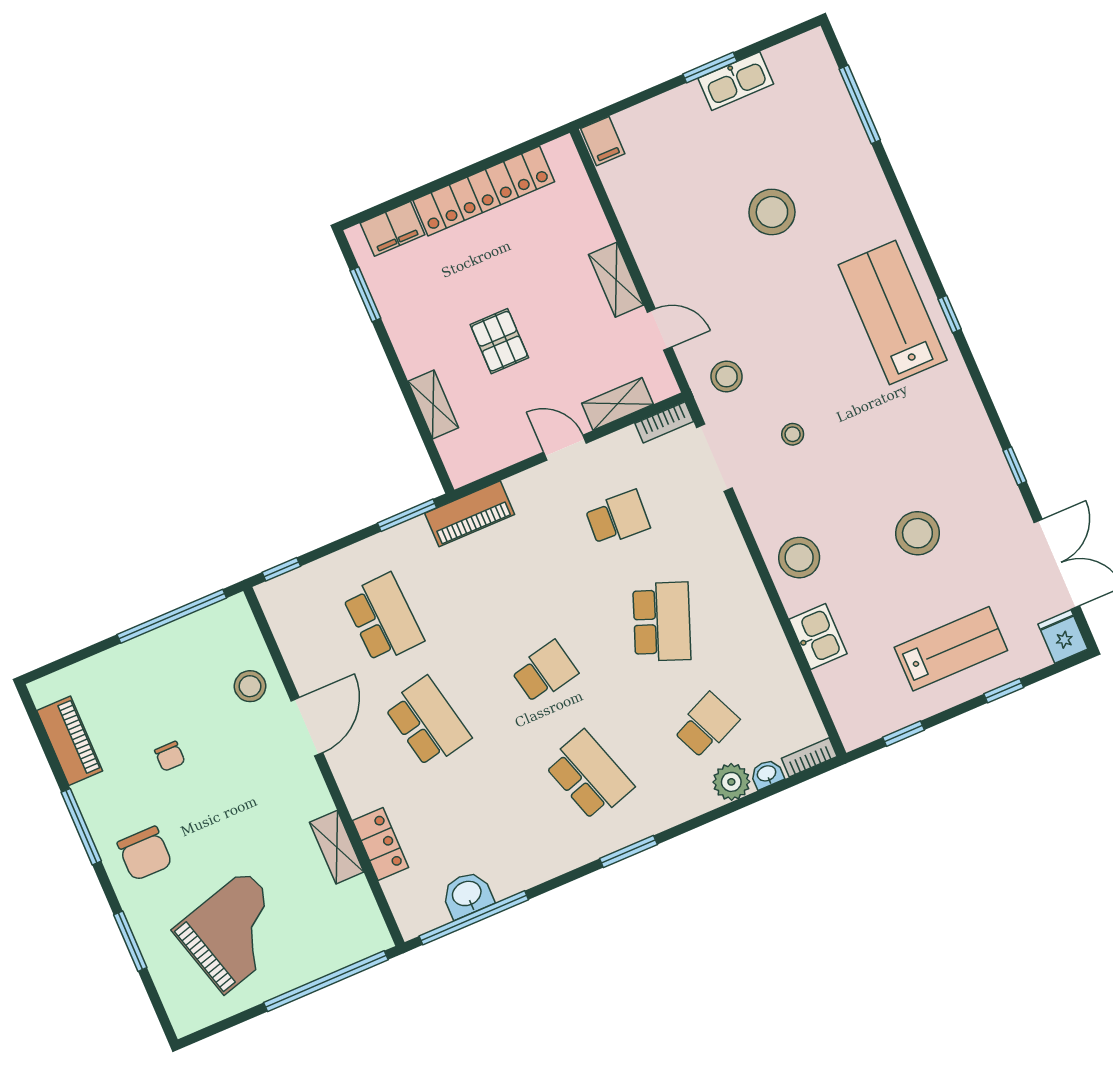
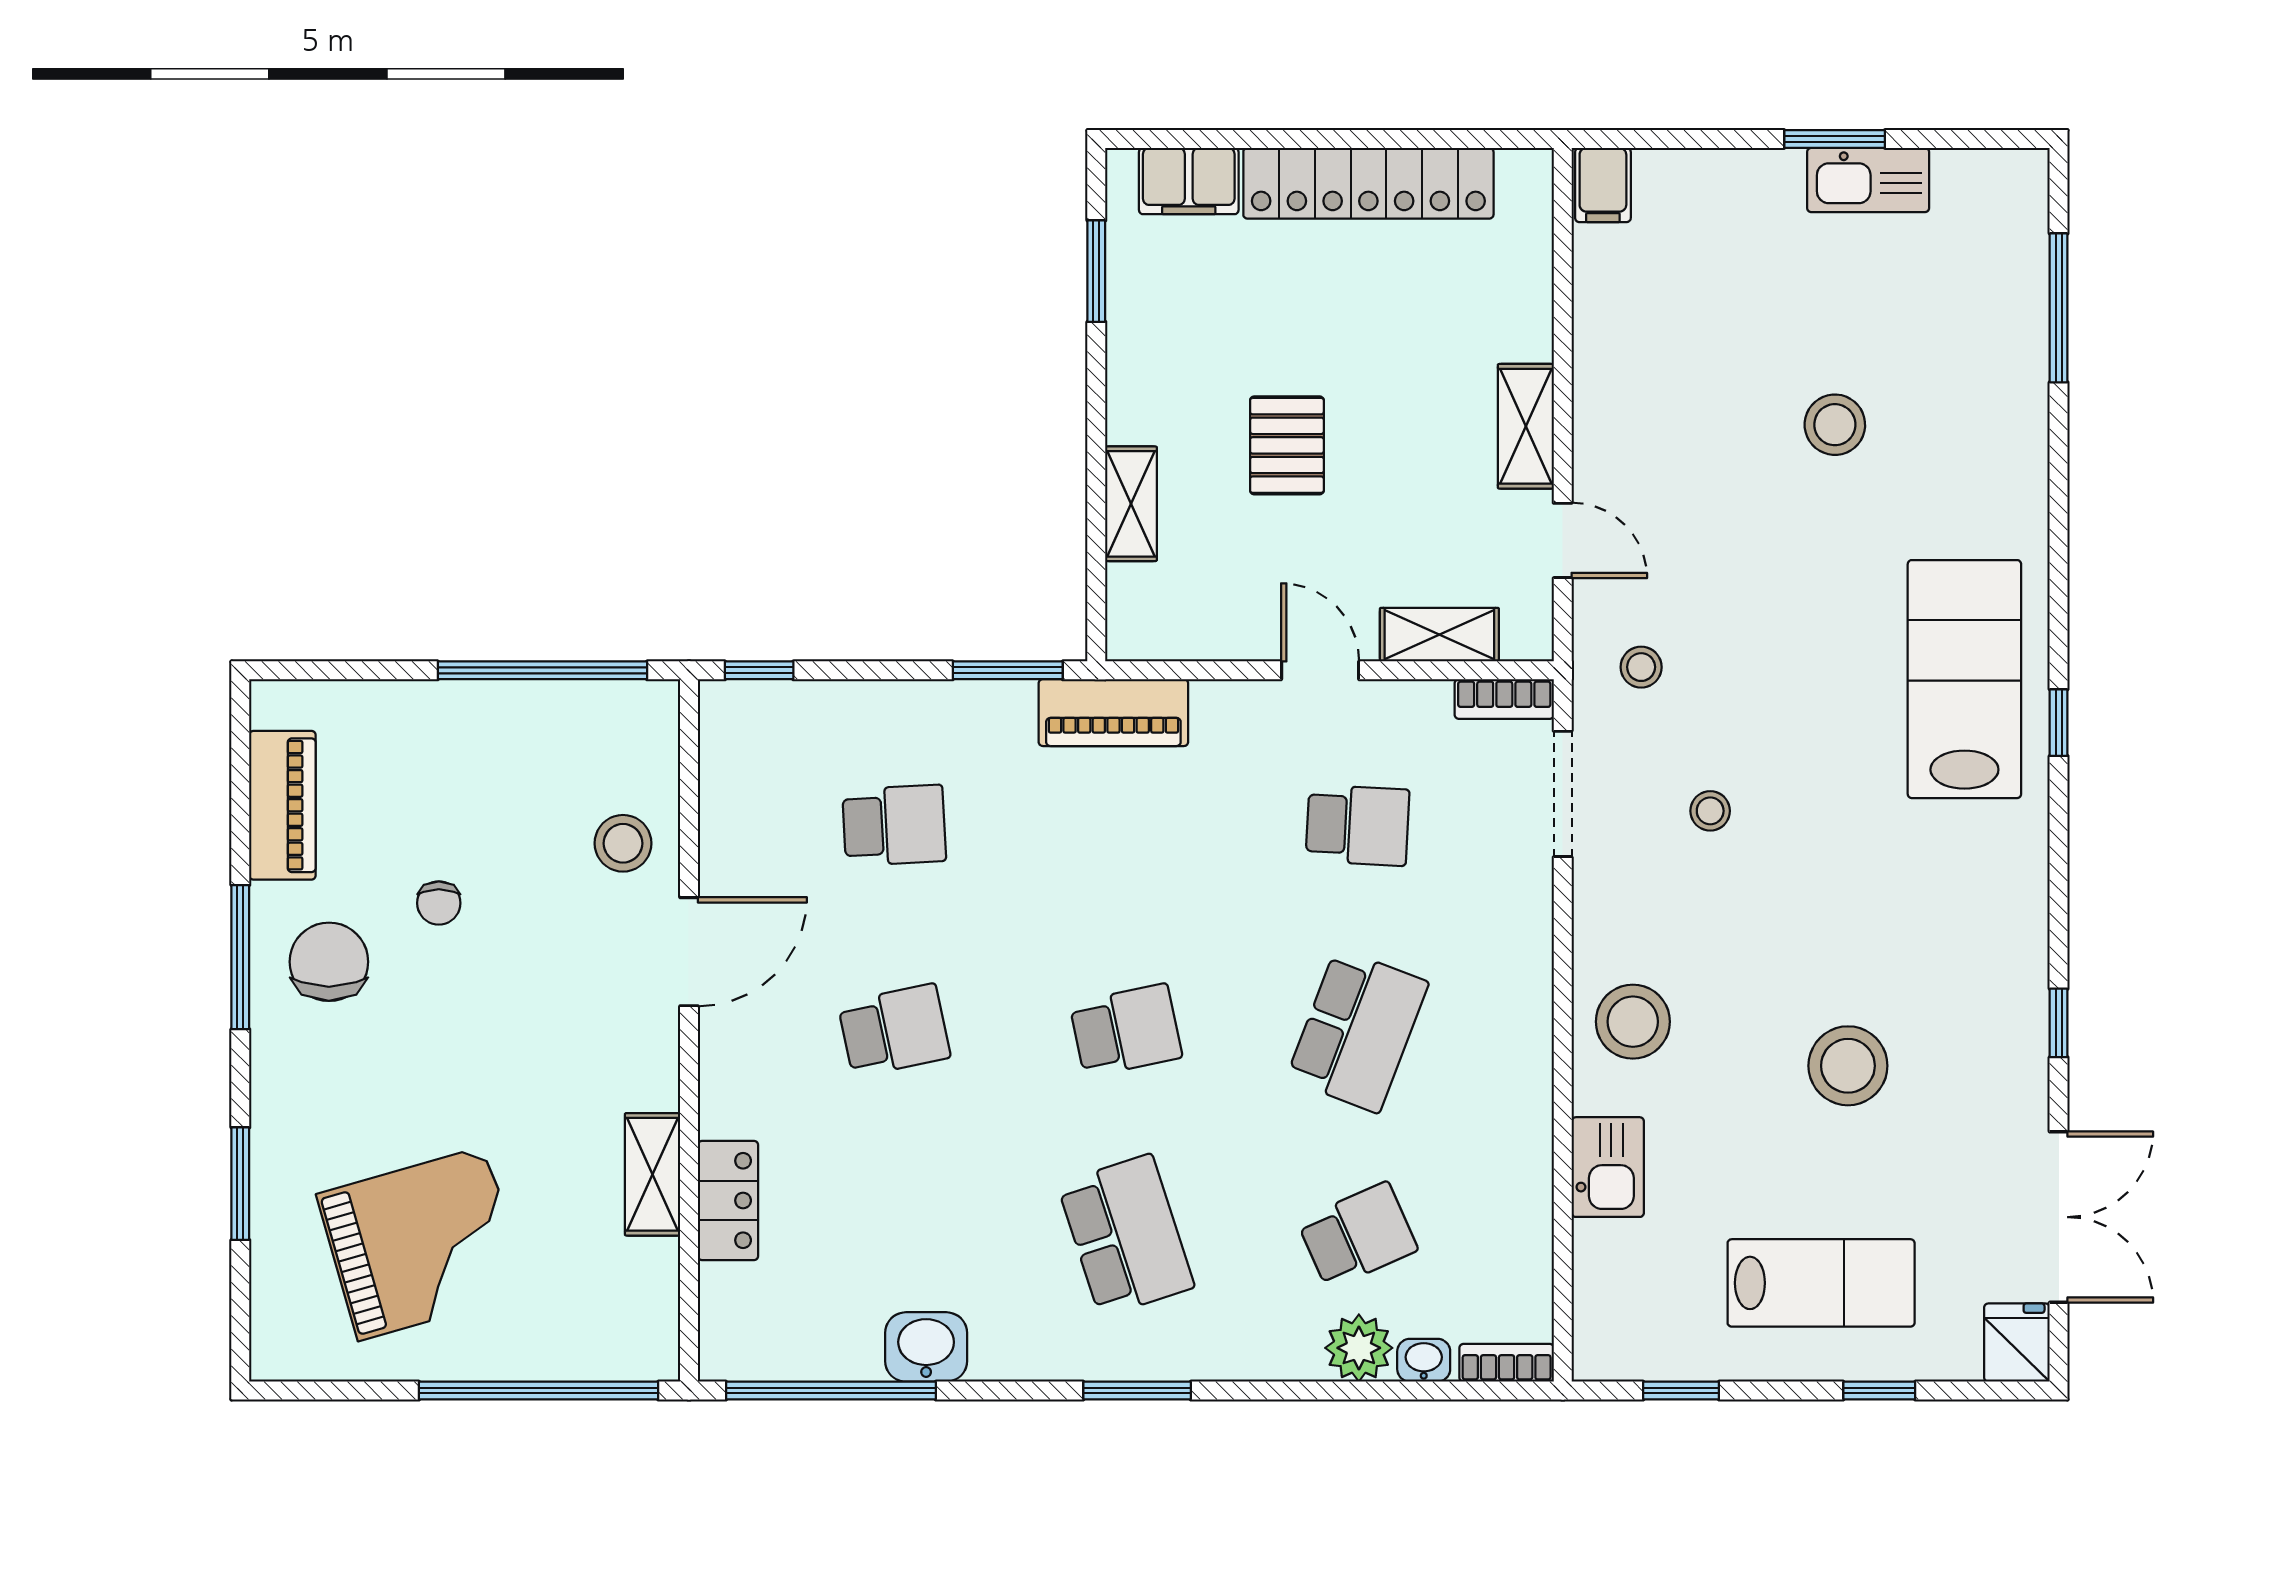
stool: (772, 212) -> (1835, 425), width x0.73, depth x0.73
stool: (727, 376) -> (1641, 667), width x0.73, depth x0.73
school desk: (383, 618) -> (894, 825), width x0.54
school desk: (428, 722) -> (894, 1030), width x0.54
chair: (145, 853) -> (329, 962), moved, turned 180
washbasin: (467, 895) -> (926, 1347), moved

